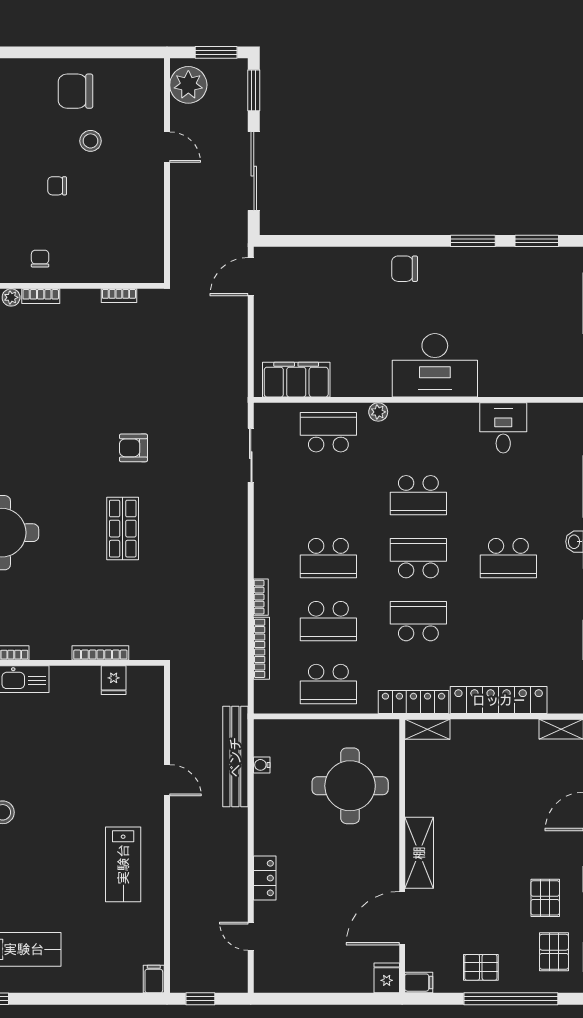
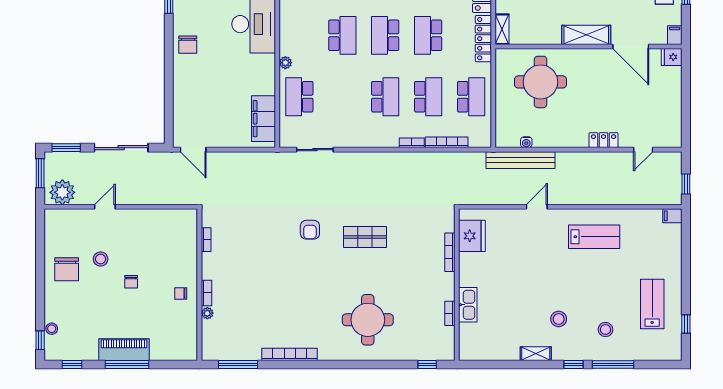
fridge: (114, 680) -> (472, 236), width x1.88, depth x1.34

